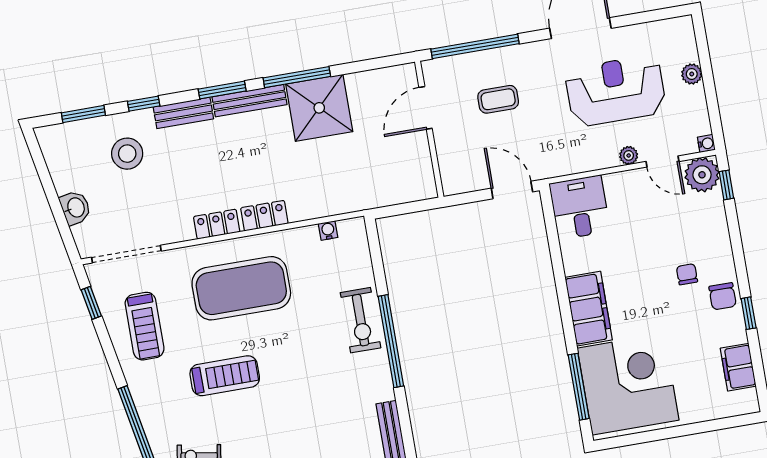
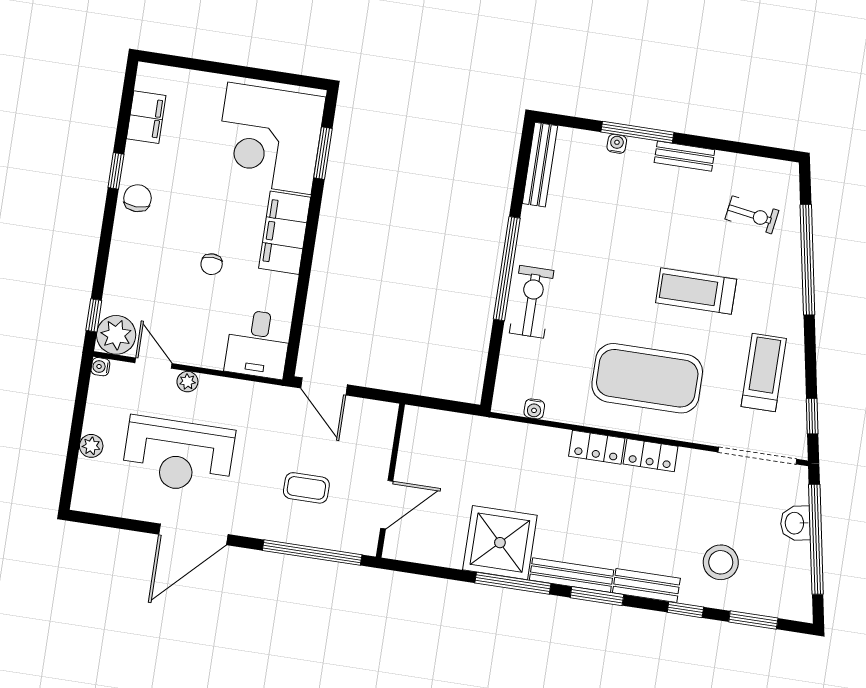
window: (53, 200) -> (816, 539), added
chair: (687, 274) -> (212, 264), moved
window: (579, 387) -> (323, 153), width x0.69

